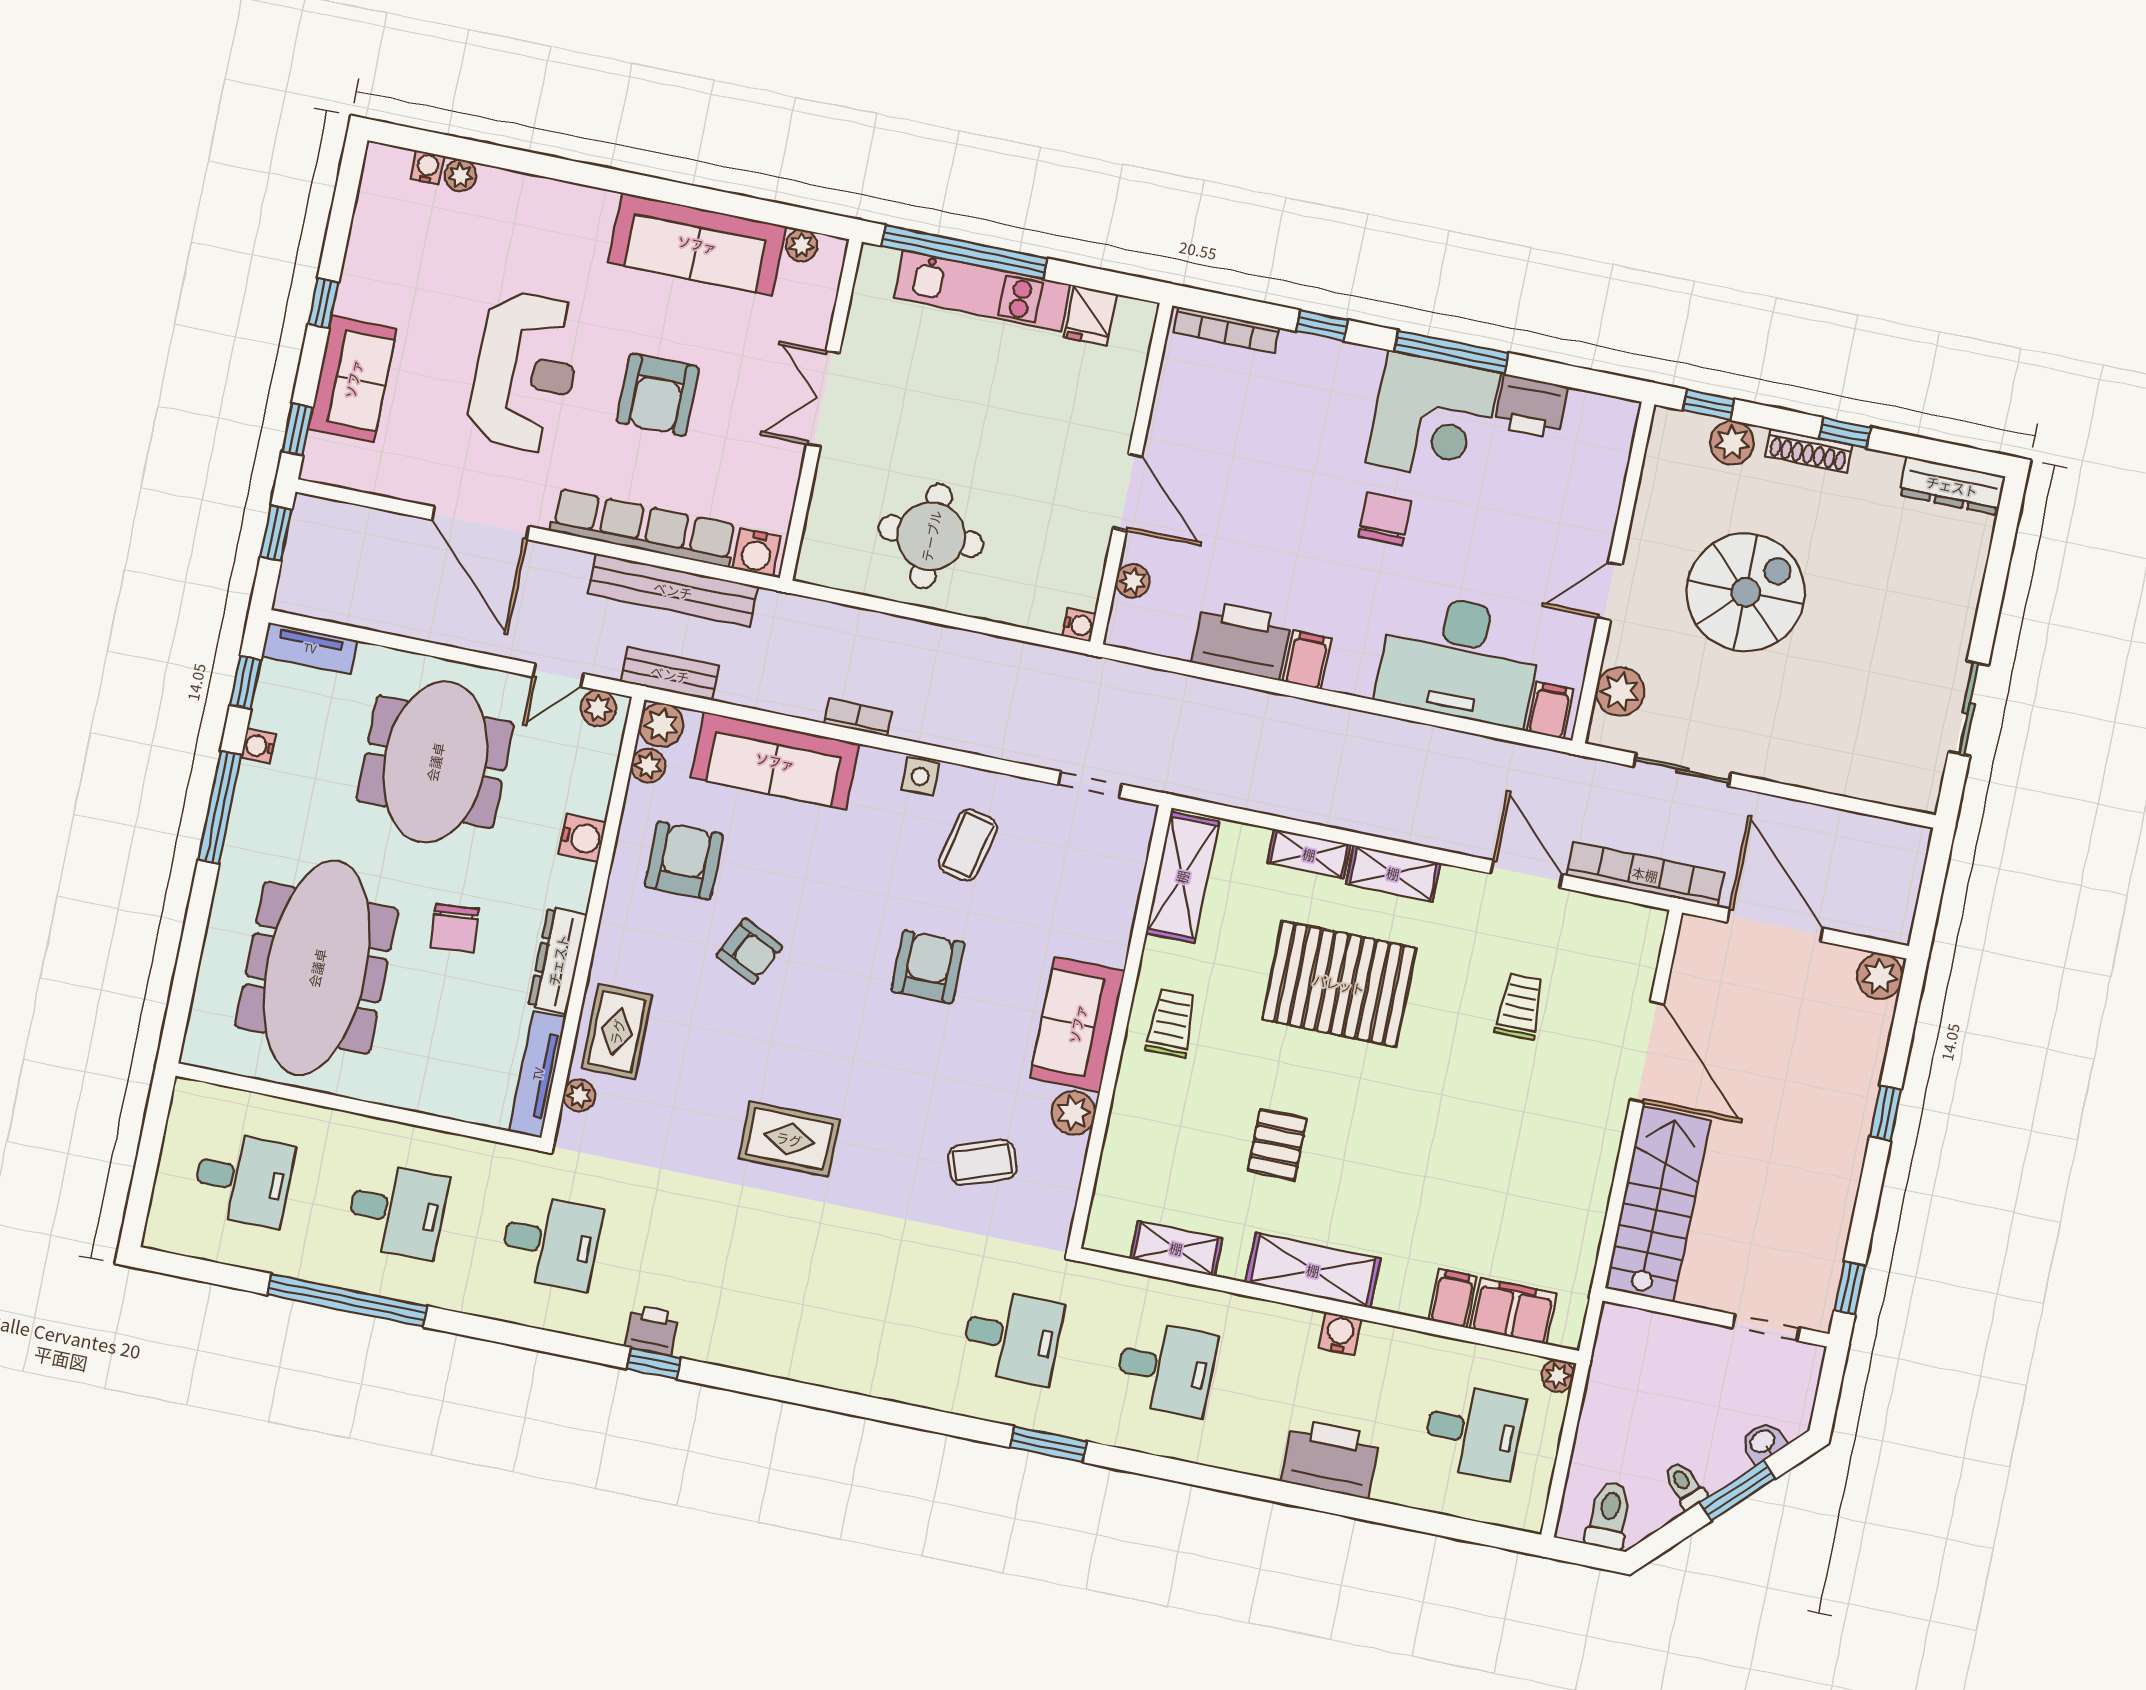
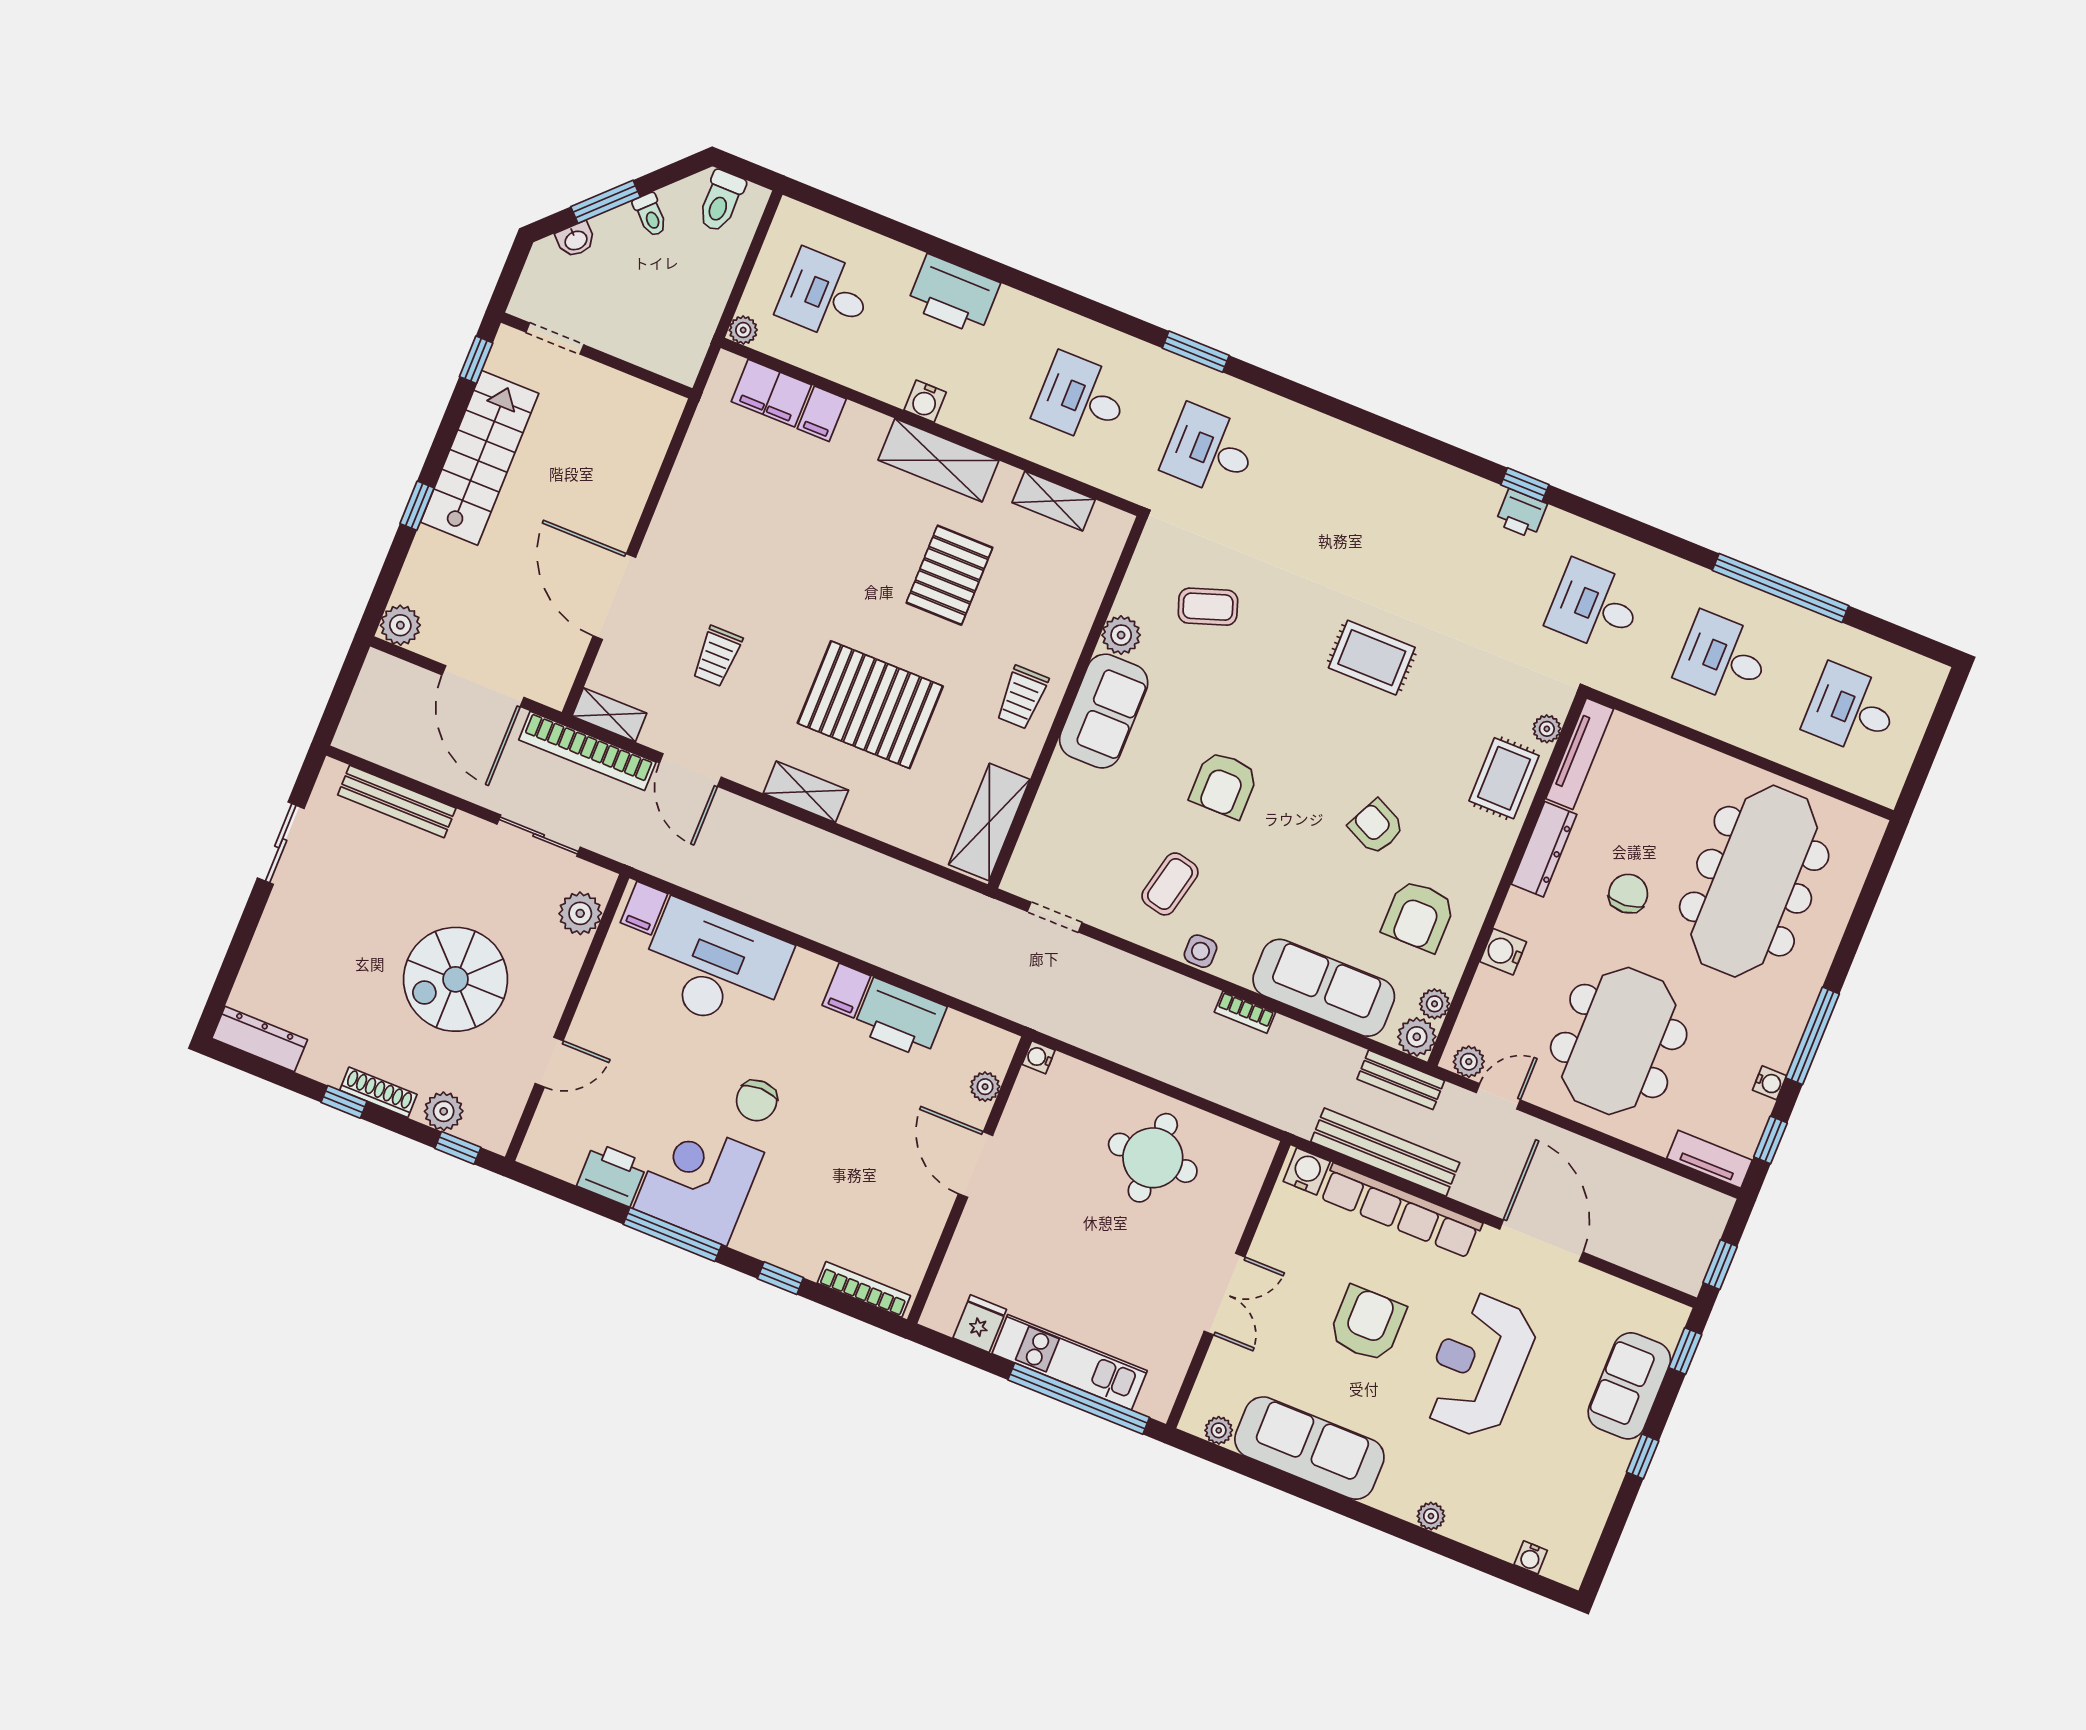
plant: (460, 175) -> (1431, 1516), moved
door: (1609, 591) -> (549, 1062), moved
bench: (1848, 779) -> (397, 802), added
shelving: (1309, 854) -> (609, 715), moved
pallet: (1277, 1144) -> (949, 575), width x1.50, depth x1.42
stairs: (1658, 1204) -> (480, 458), moved, turned 180

